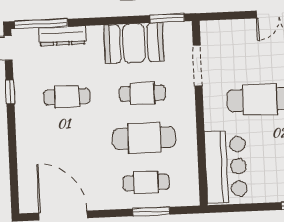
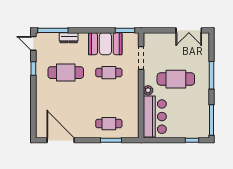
dresser: (62, 36) -> (69, 38), width x0.70
cafe table: (67, 97) -> (66, 73), width x1.37, depth x1.35
plant: (212, 122) -> (148, 90), added
cafe table: (144, 138) -> (109, 98), removed

